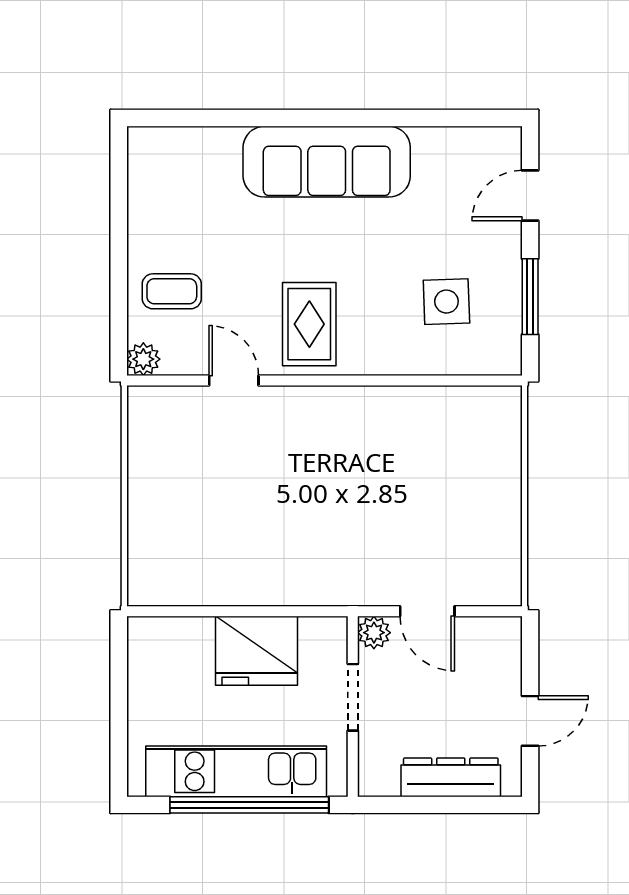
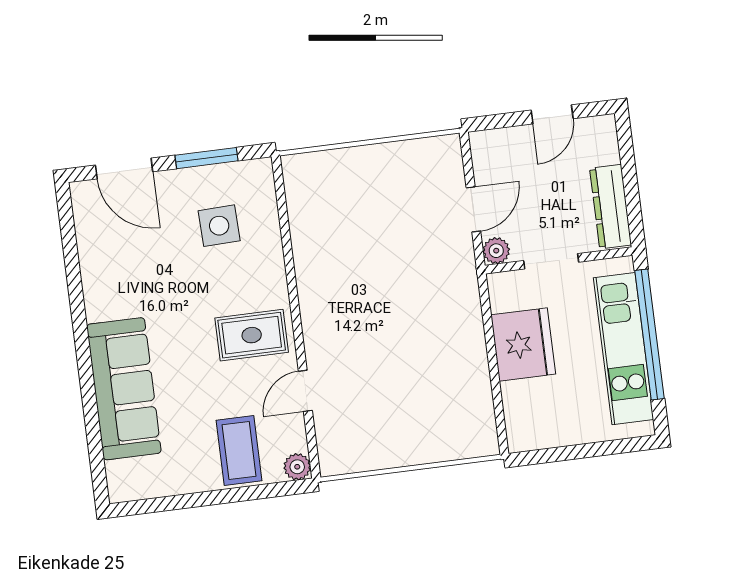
sofa: (327, 162) -> (124, 389), moved
door: (530, 196) -> (124, 168), width x1.38
coffee table: (172, 291) -> (239, 451), width x1.36, depth x1.30
door: (530, 721) -> (552, 114), swing flipped
dresser: (451, 777) -> (611, 207), moved

